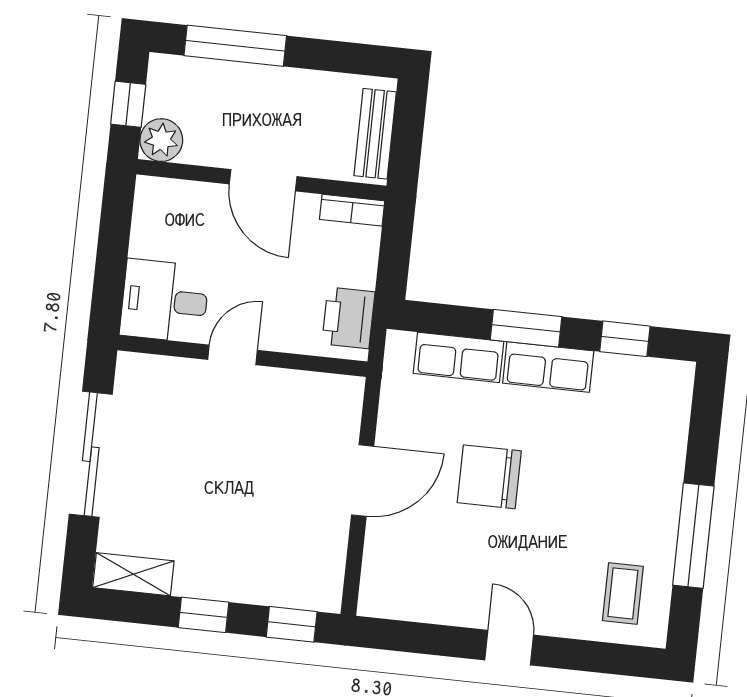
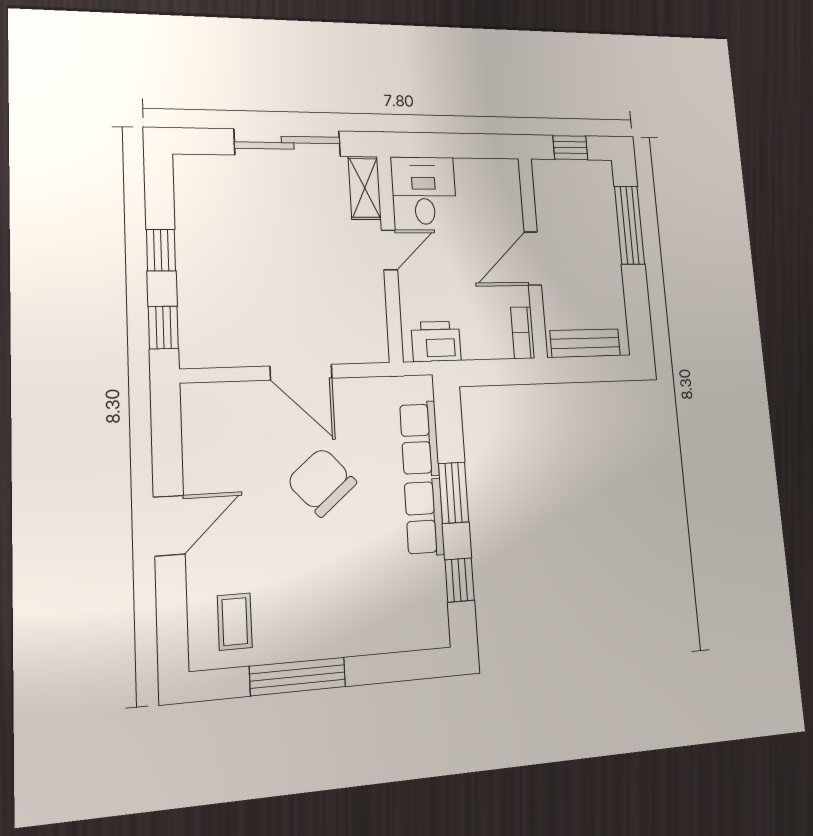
plant: (161, 140) -> (548, 176), removed
door: (233, 355) -> (389, 250), hinge flipped
chair: (489, 477) -> (322, 482), turned -41
shelving: (133, 574) -> (365, 188), moved
coffee table: (623, 593) -> (235, 622), turned 90
door: (509, 648) -> (169, 526), width x1.38

